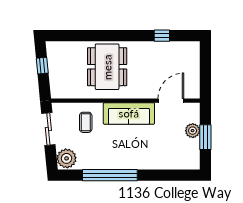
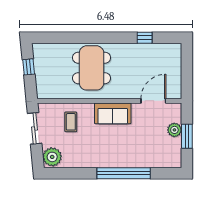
sofa: (129, 113) -> (113, 113), width x0.73
window: (110, 175) -> (124, 173), moved

